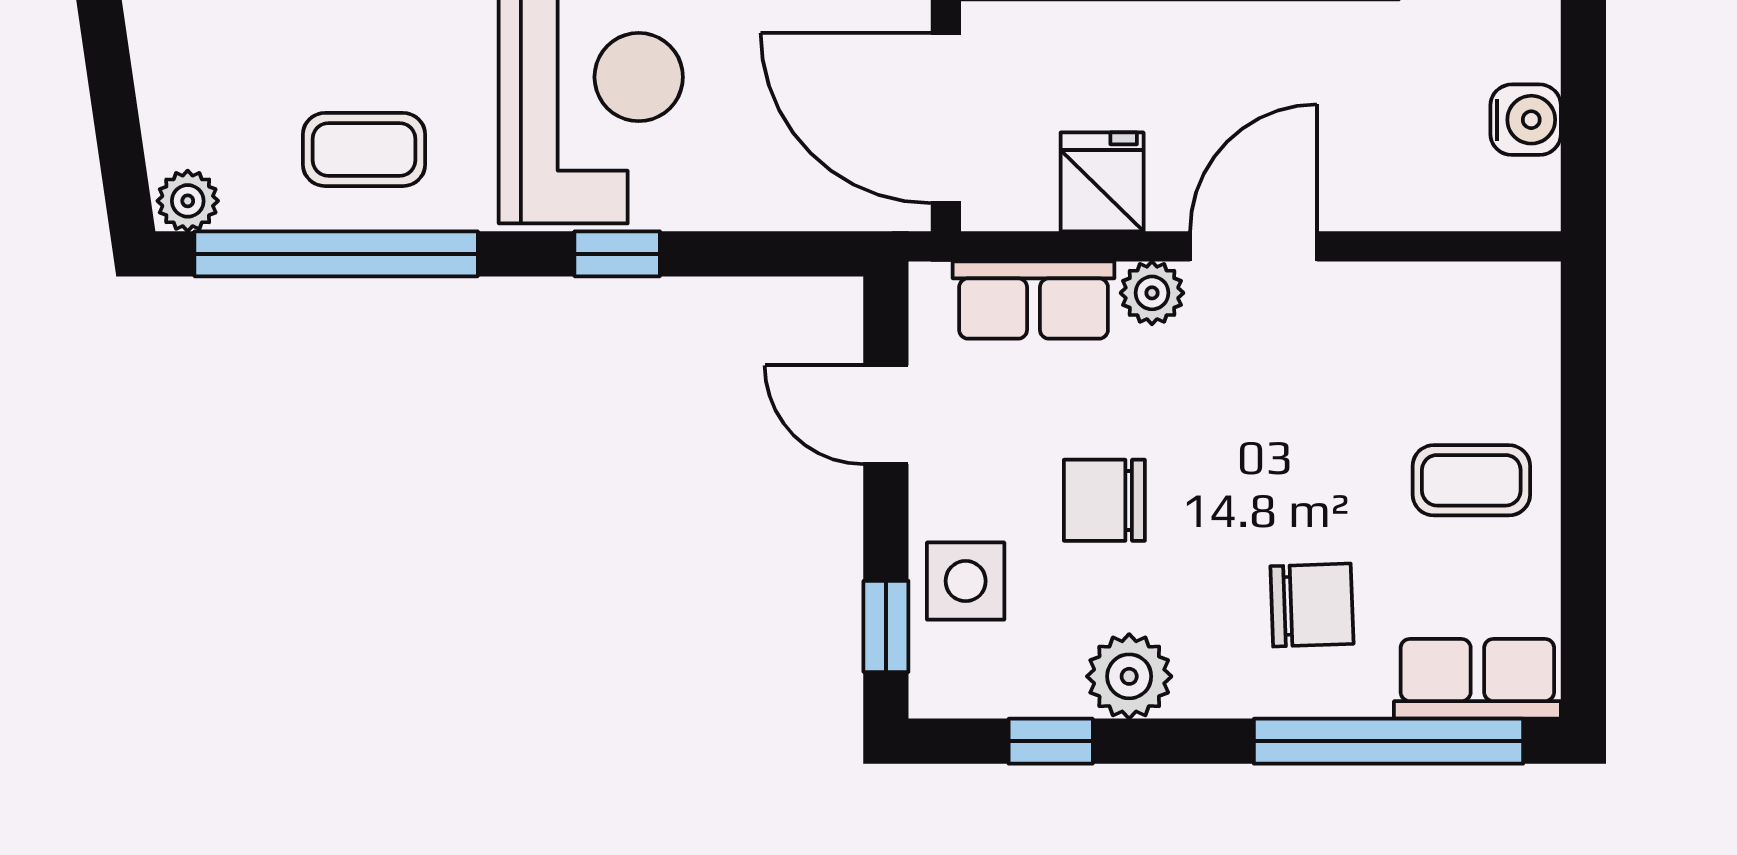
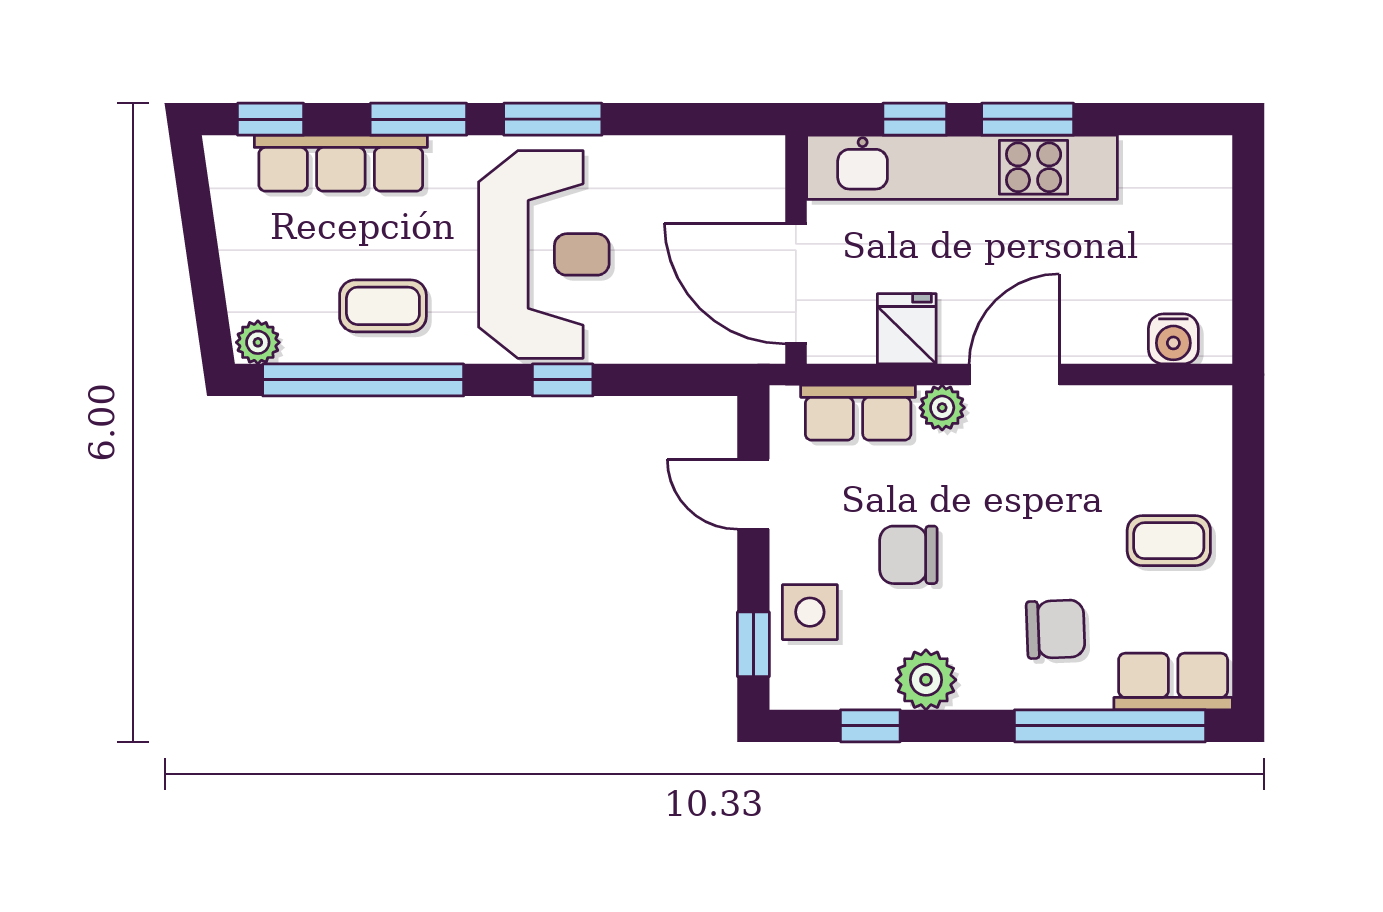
water cooler: (1526, 120) -> (1173, 339), moved, turned 90

